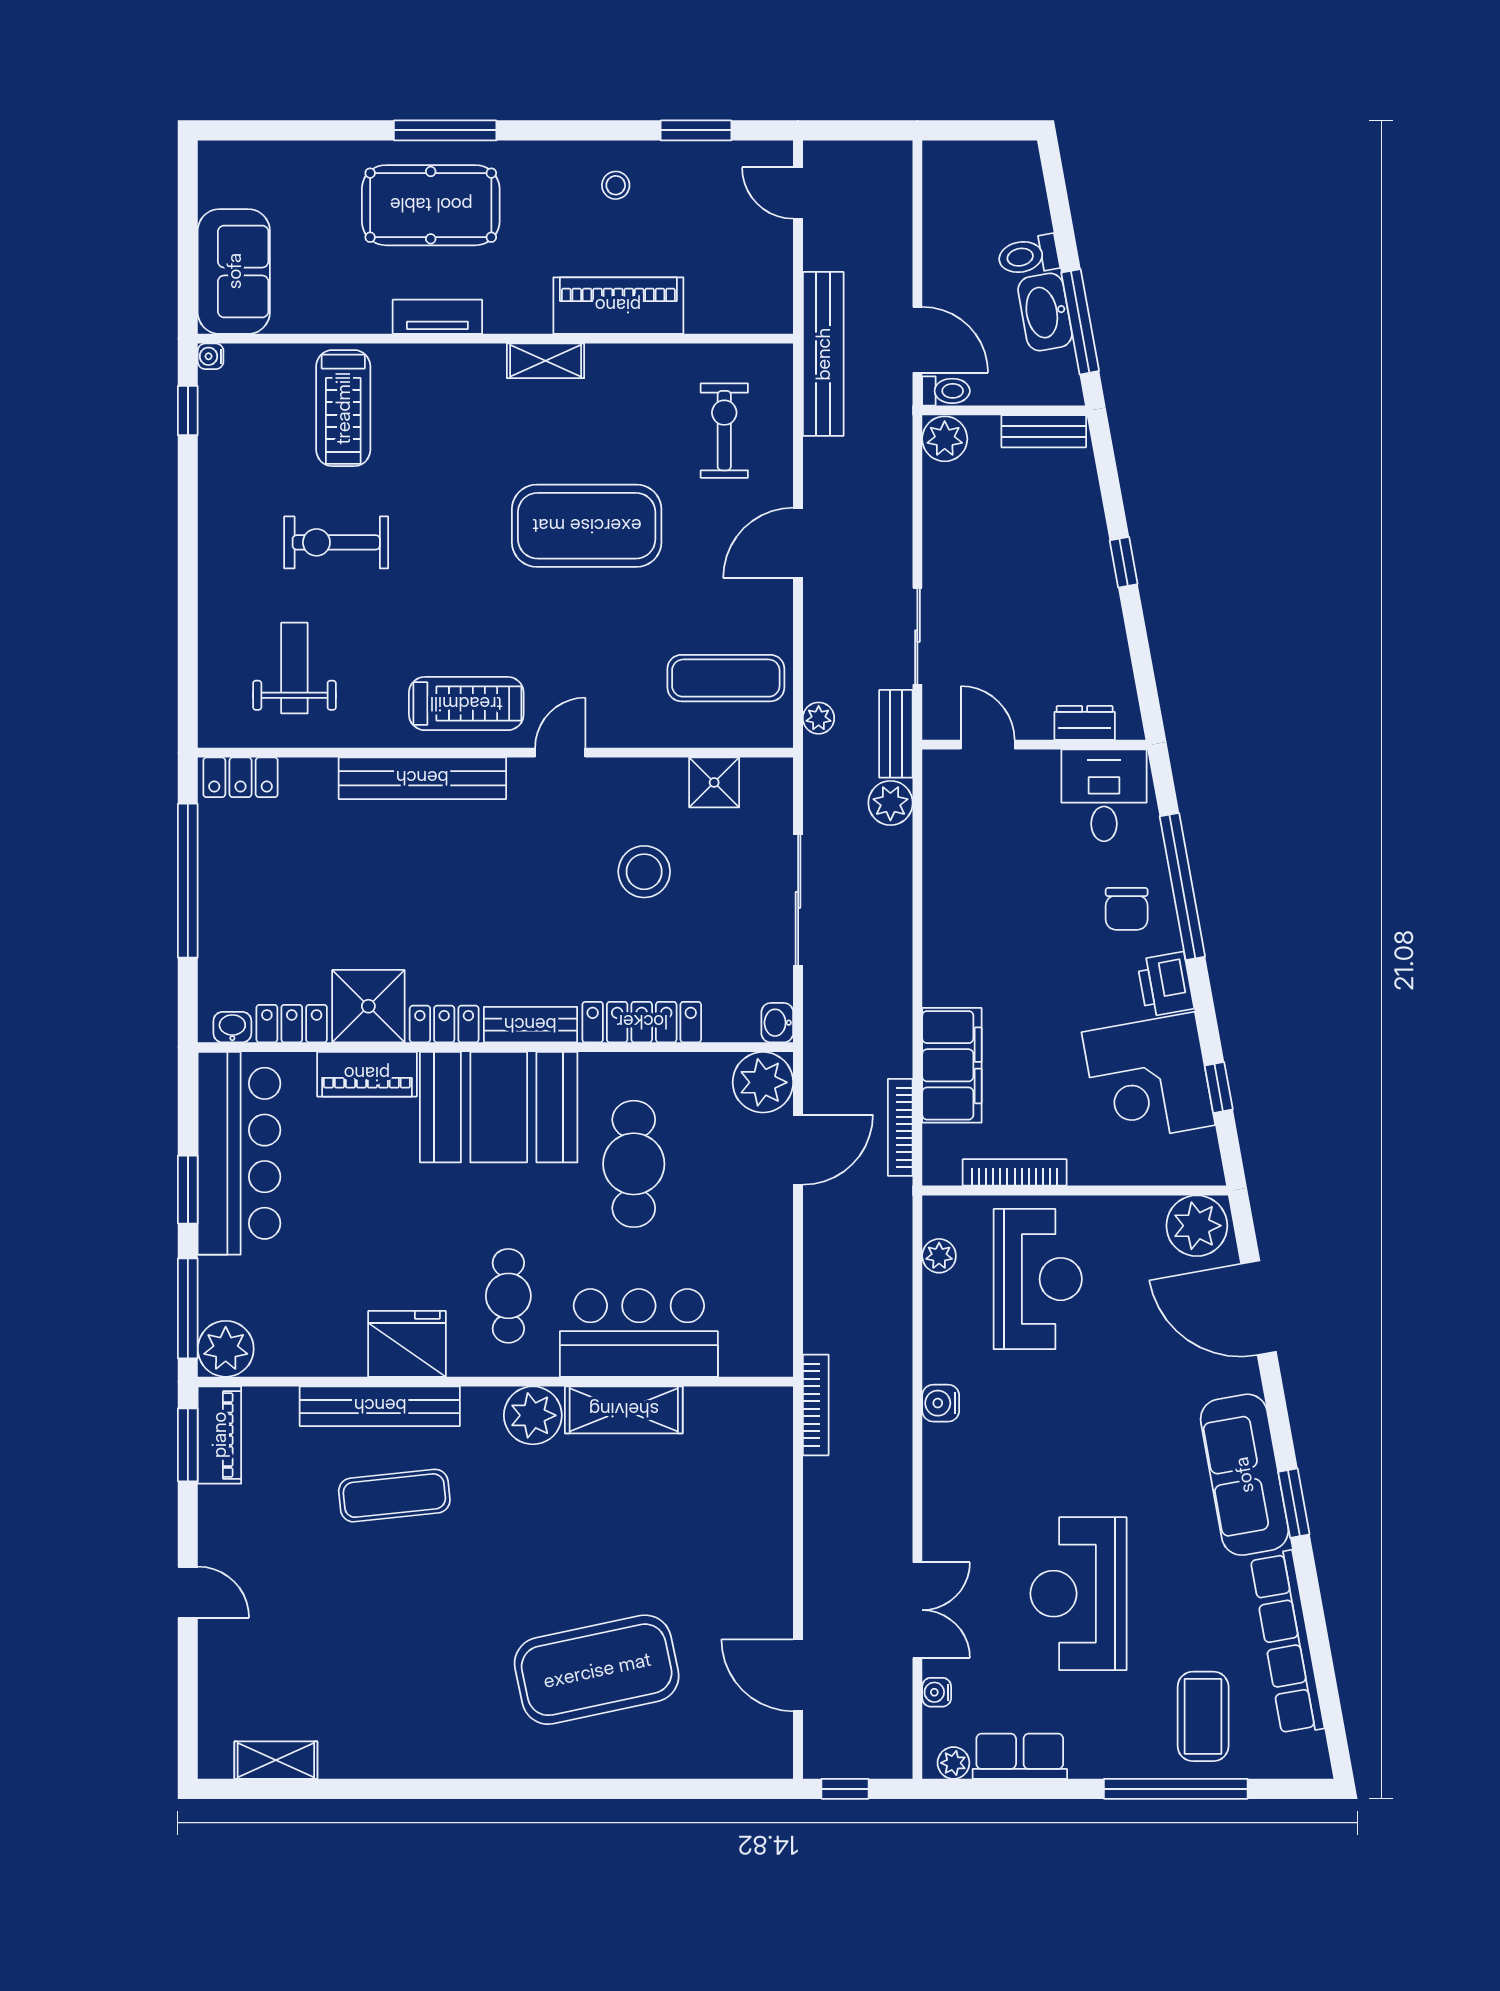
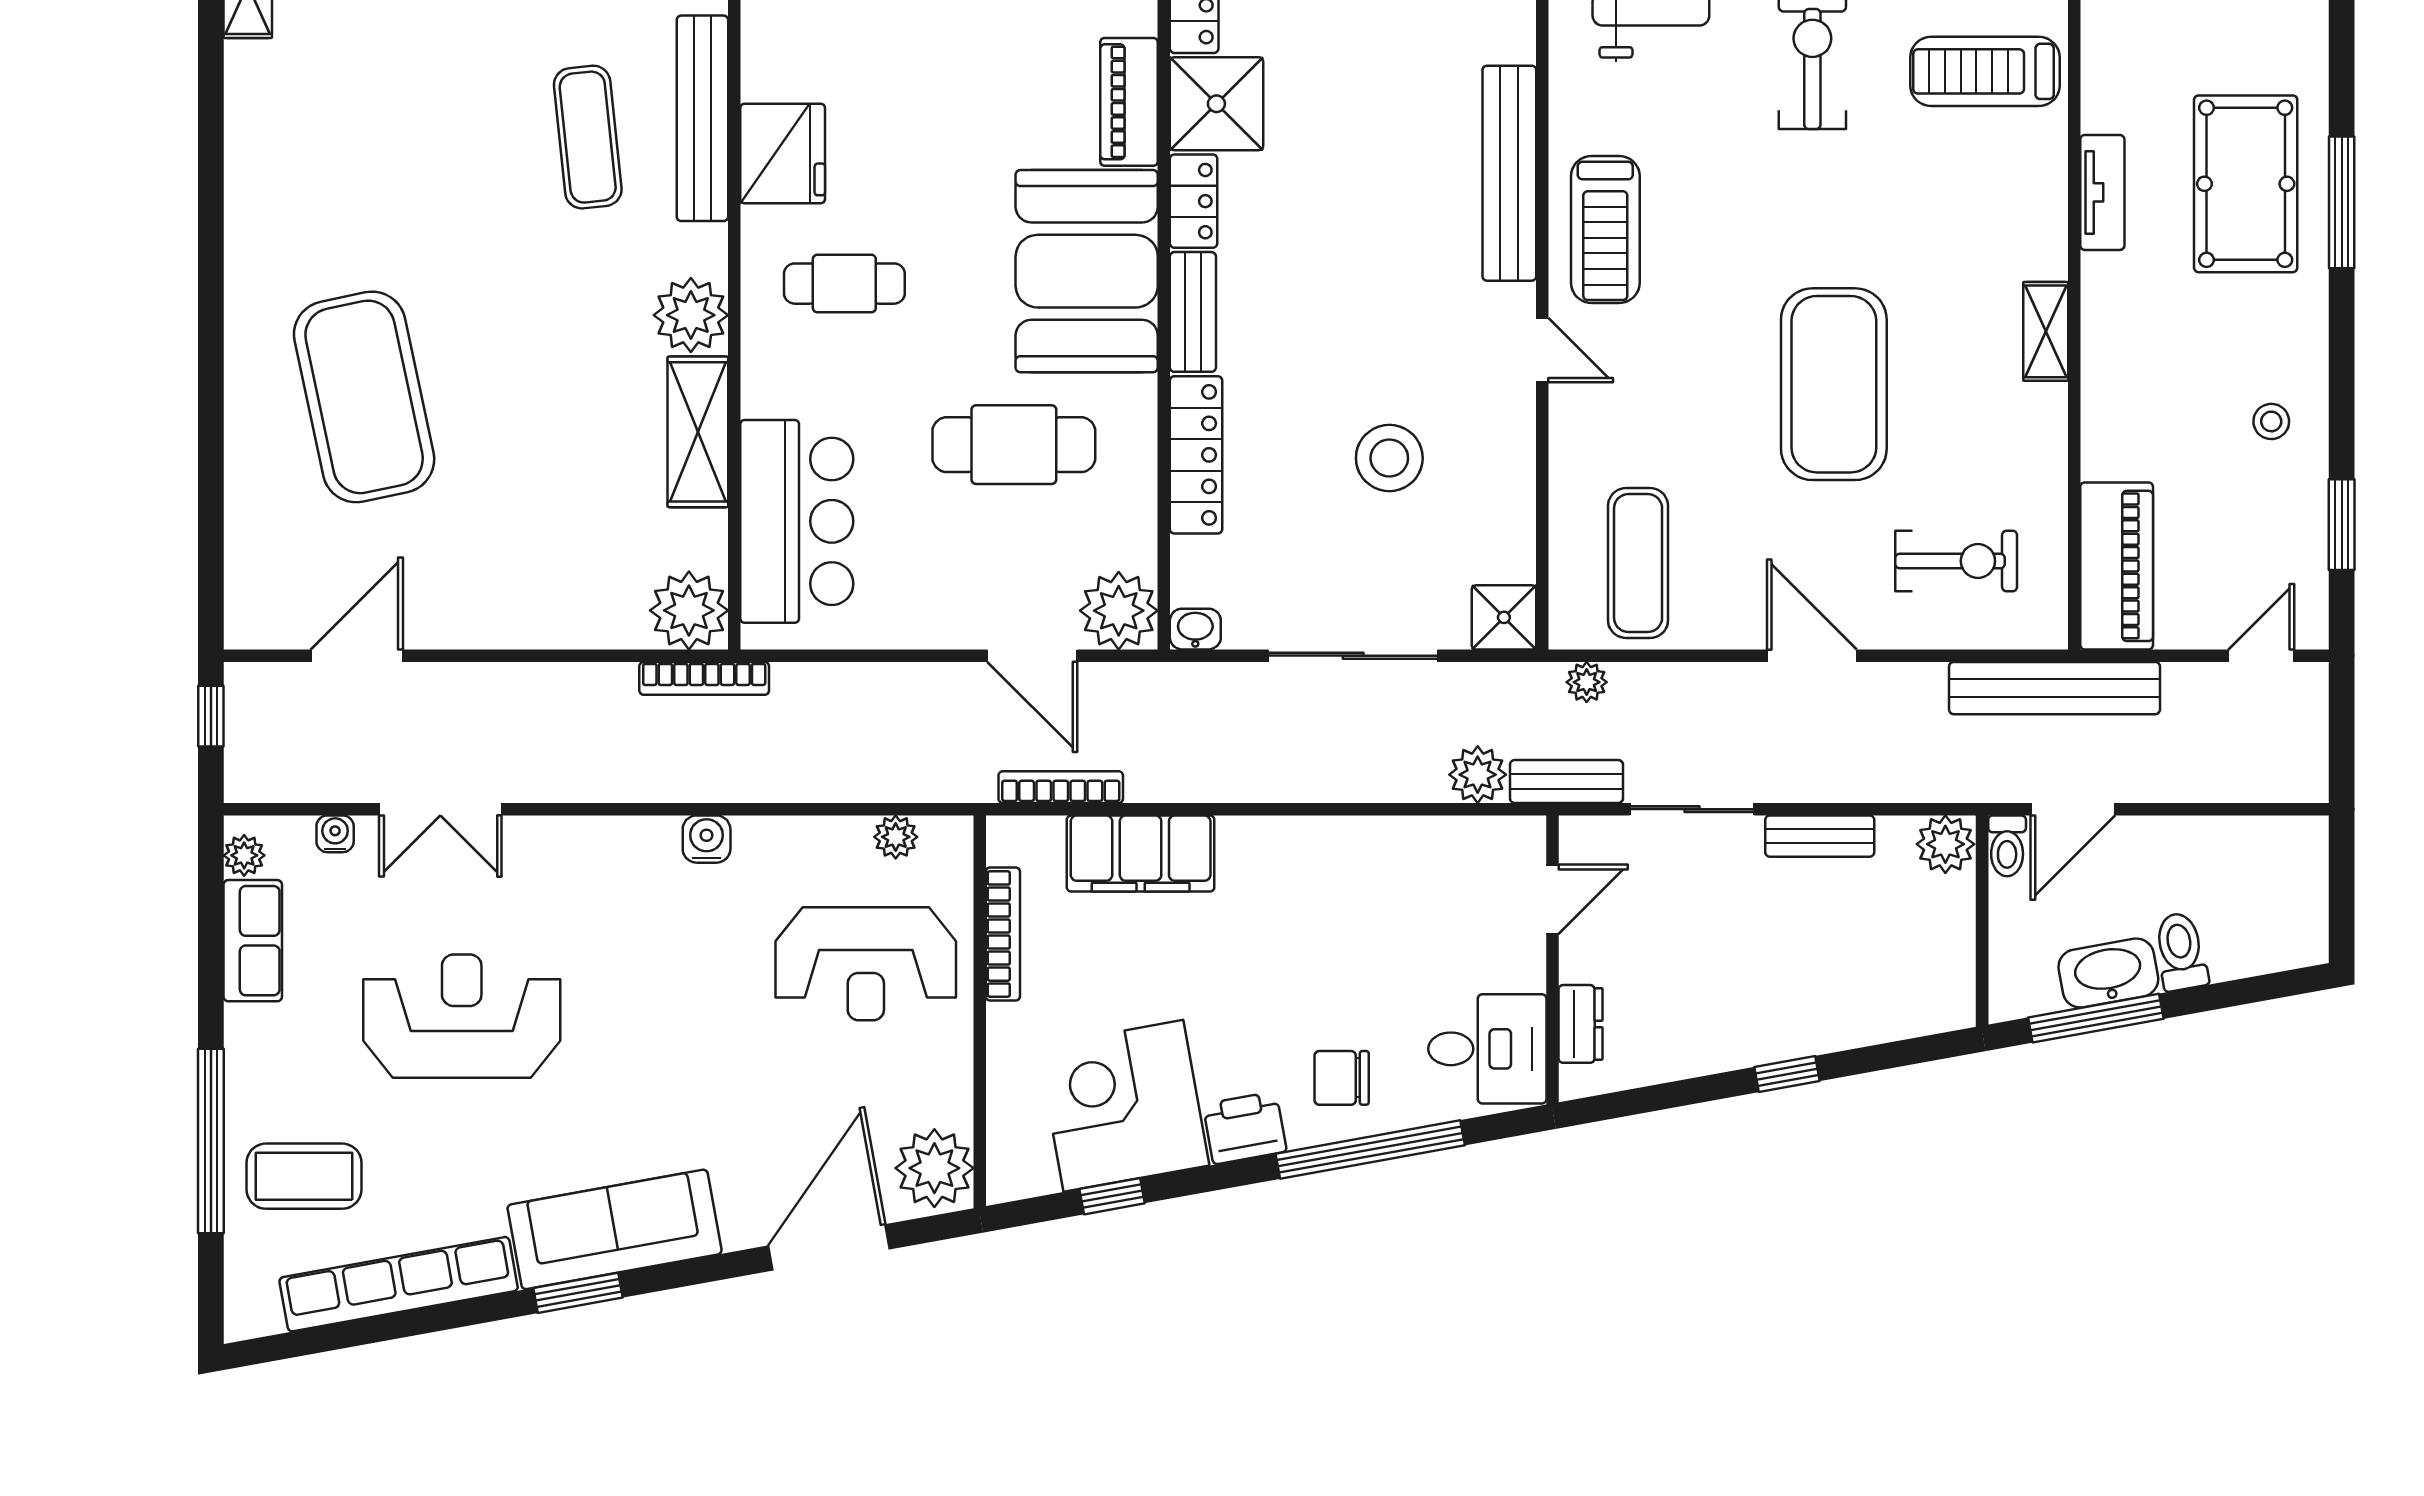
piano: (618, 306) -> (2117, 566), moved
bench: (1044, 431) -> (1820, 836), moved, turned 90
shower: (714, 782) -> (1504, 617), moved
bar counter: (639, 1333) -> (797, 521), moved
plant: (763, 1417) -> (689, 610), added

